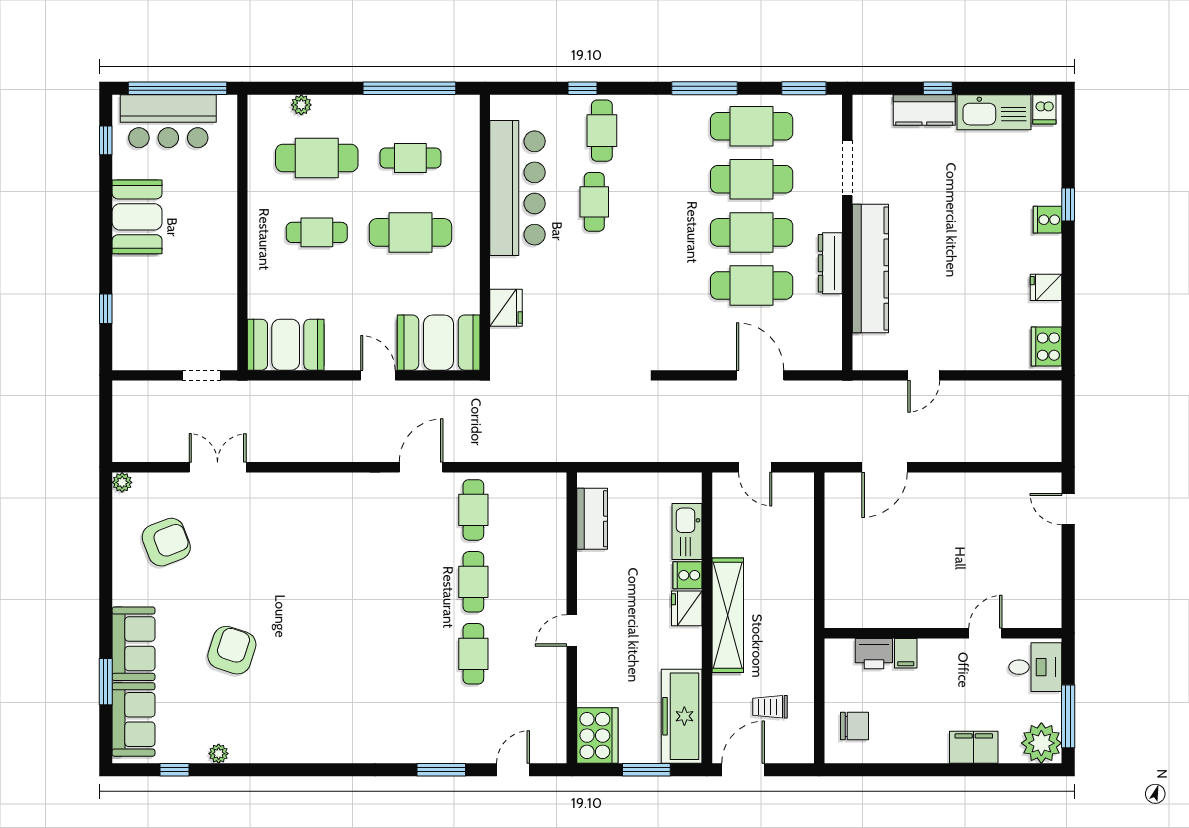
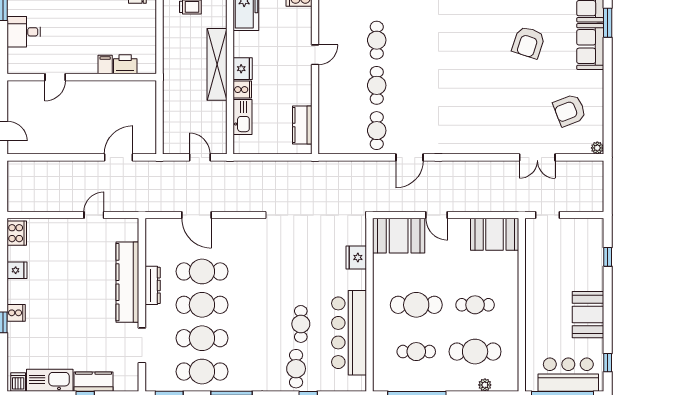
wall: (943, 633) -> (82, 77), moved
door: (985, 633) -> (55, 77), moved
filing cabinet: (906, 653) -> (105, 65), moved
printer: (874, 654) -> (125, 64), moved

